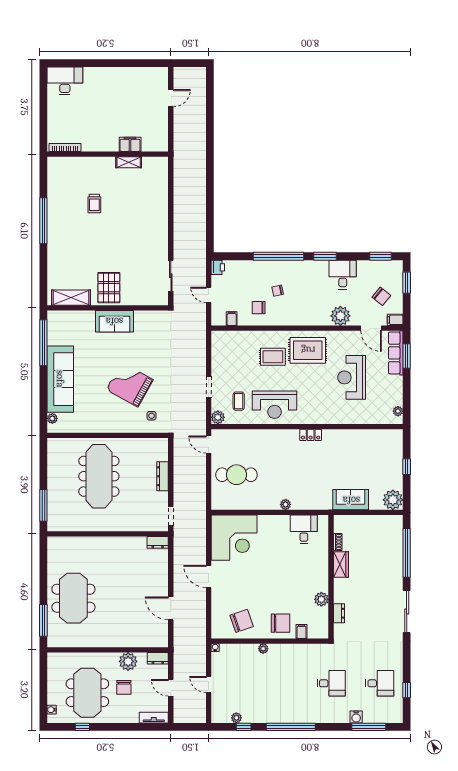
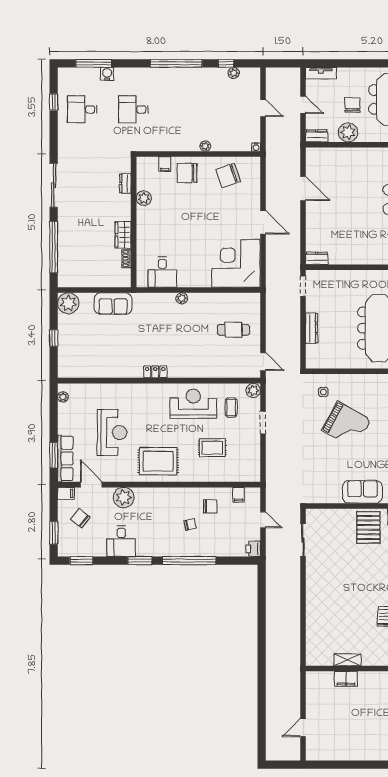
rug: (273, 357) -> (212, 448), moved
cafe table: (236, 475) -> (234, 330), width x0.73, depth x0.74

